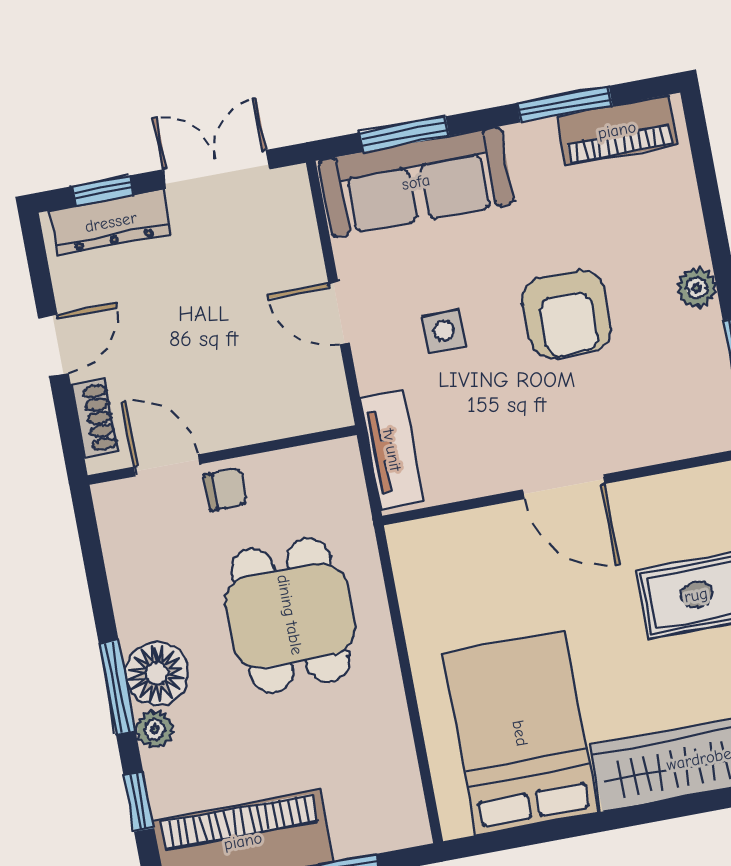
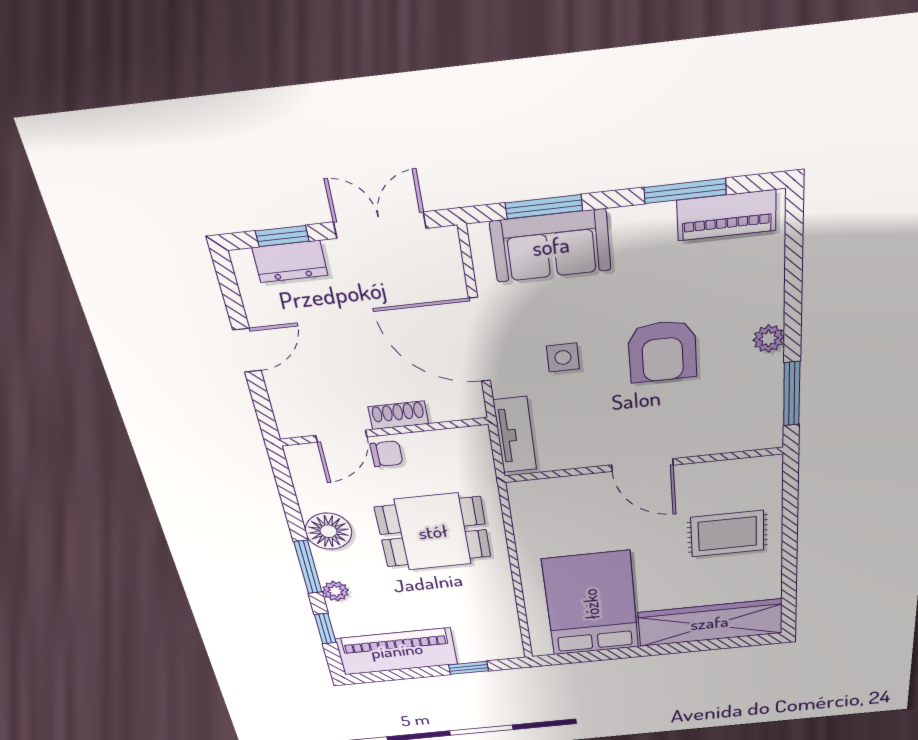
sofa: (416, 182) -> (551, 246), width x0.73
dresser: (111, 222) -> (290, 262), width x0.70
door: (339, 313) -> (480, 340), width x1.88
shoe rack: (95, 418) -> (398, 415), moved, turned -90
door: (167, 465) -> (341, 436), swing flipped
dining table: (290, 615) -> (433, 532), turned 90
floor lamp: (157, 674) -> (329, 531), moved

